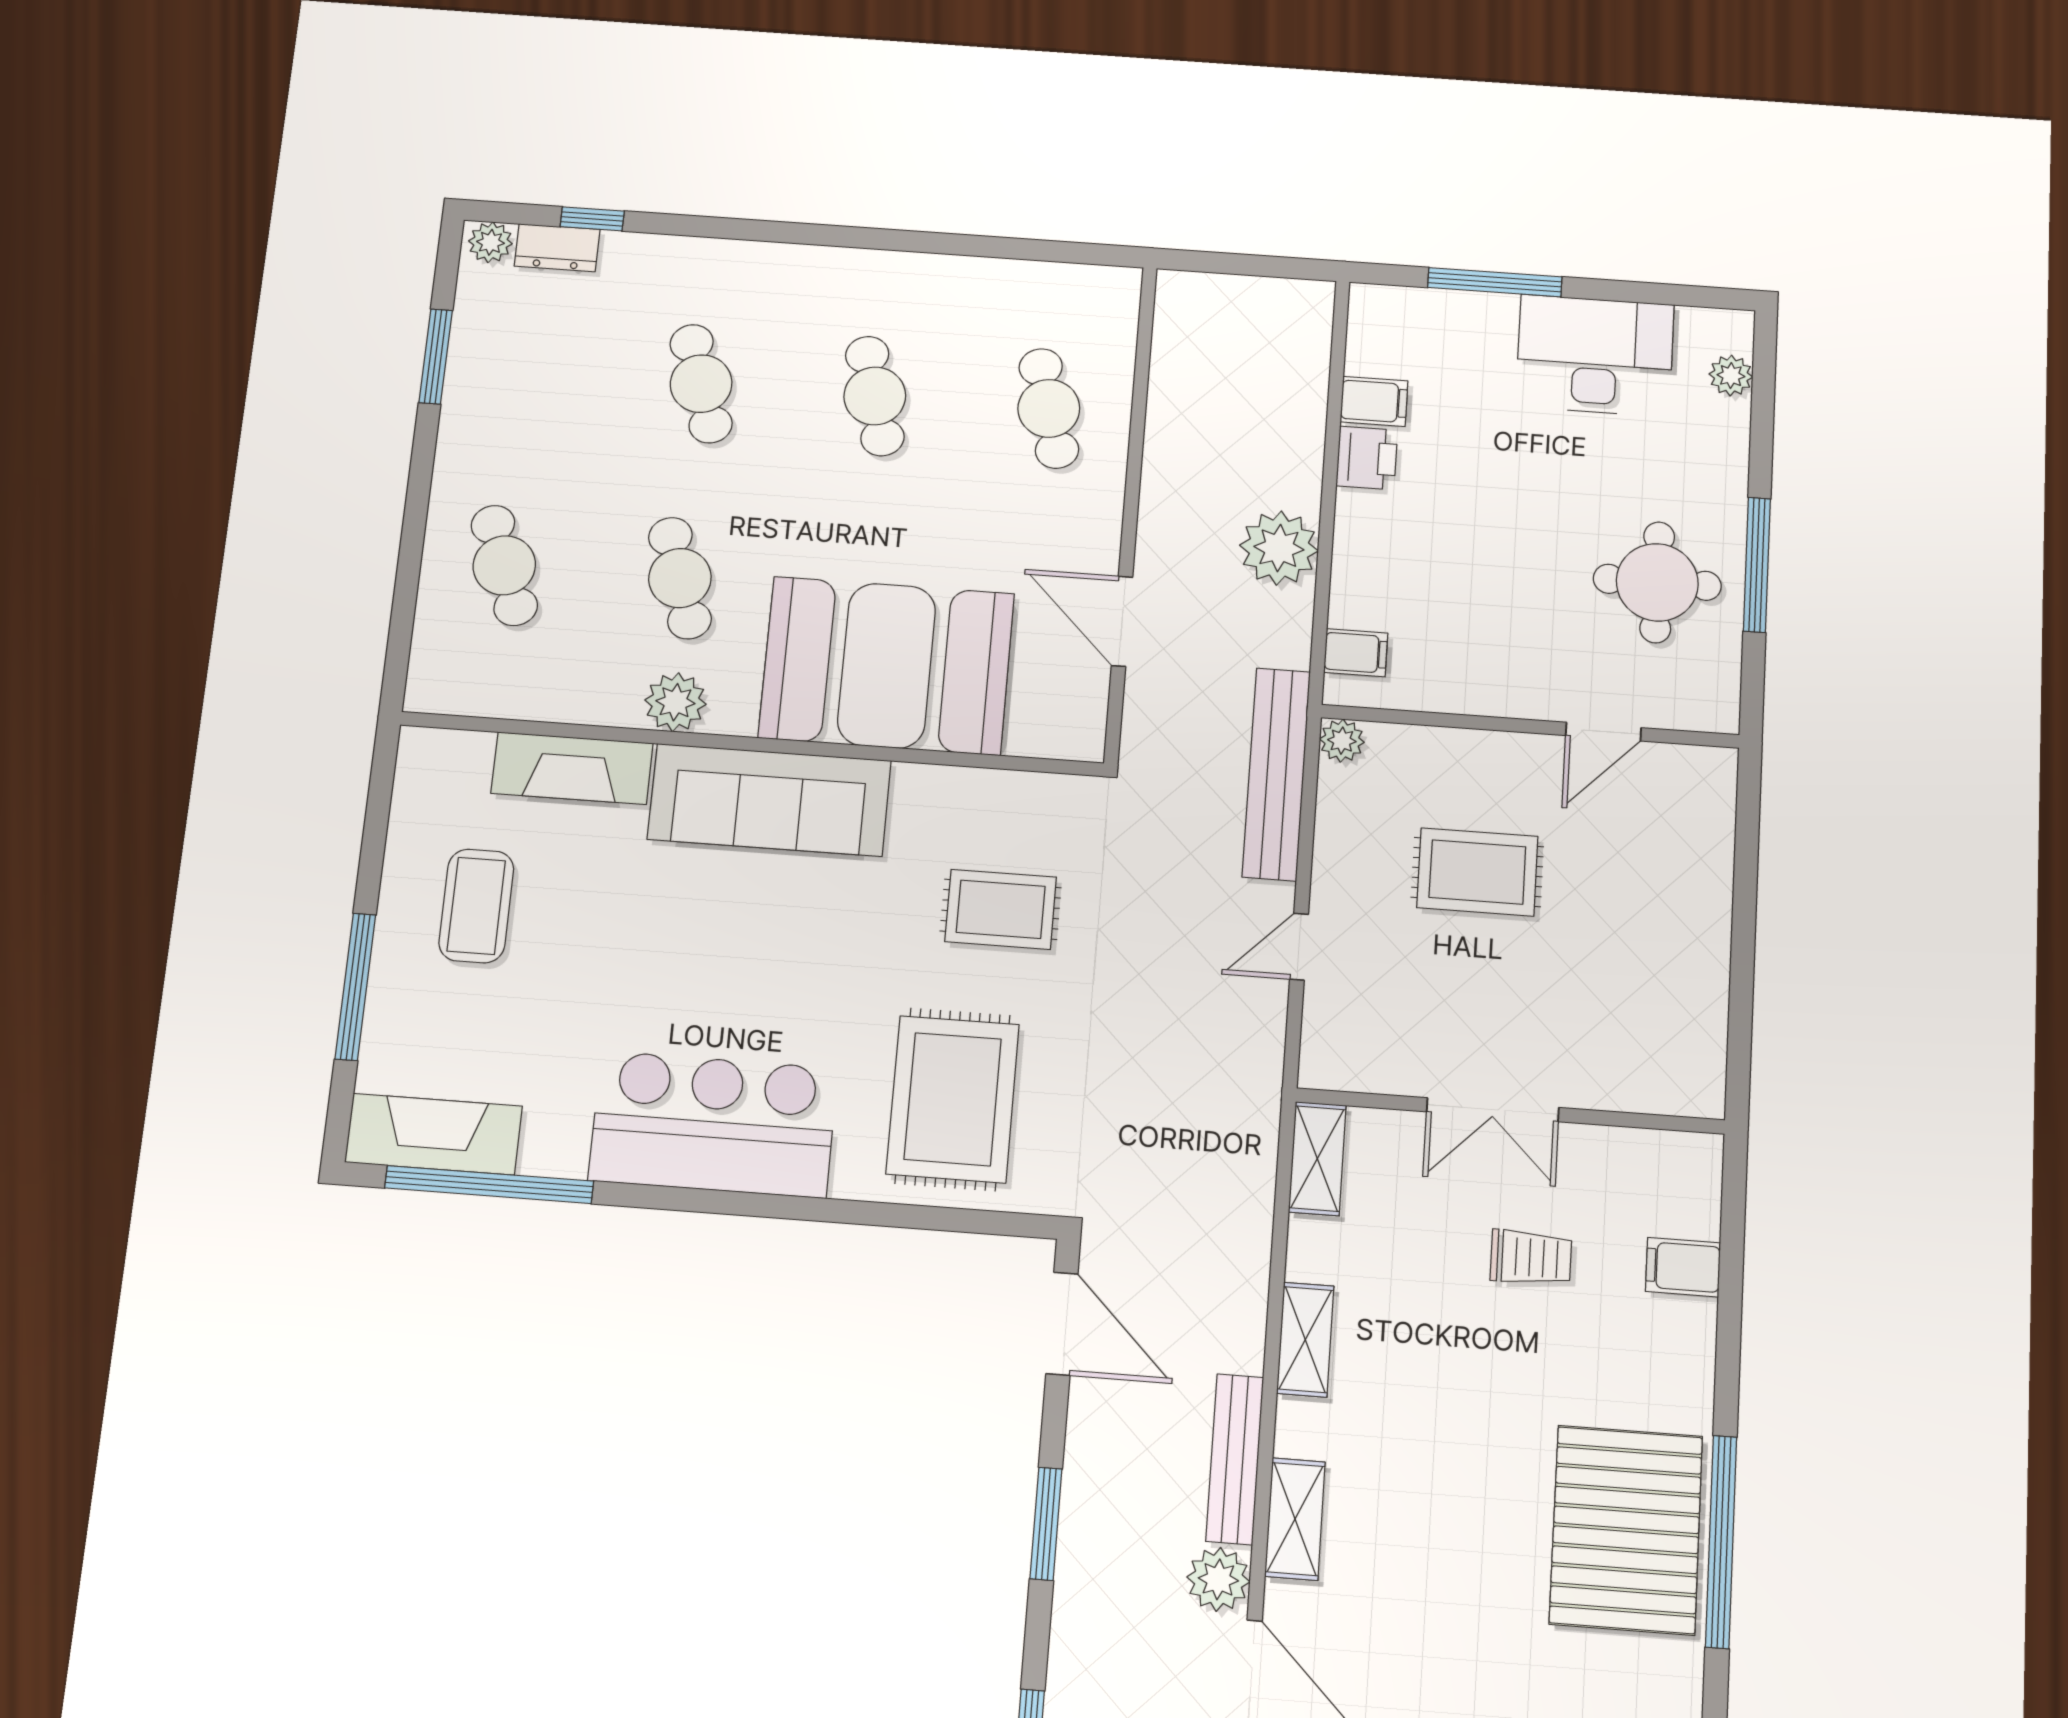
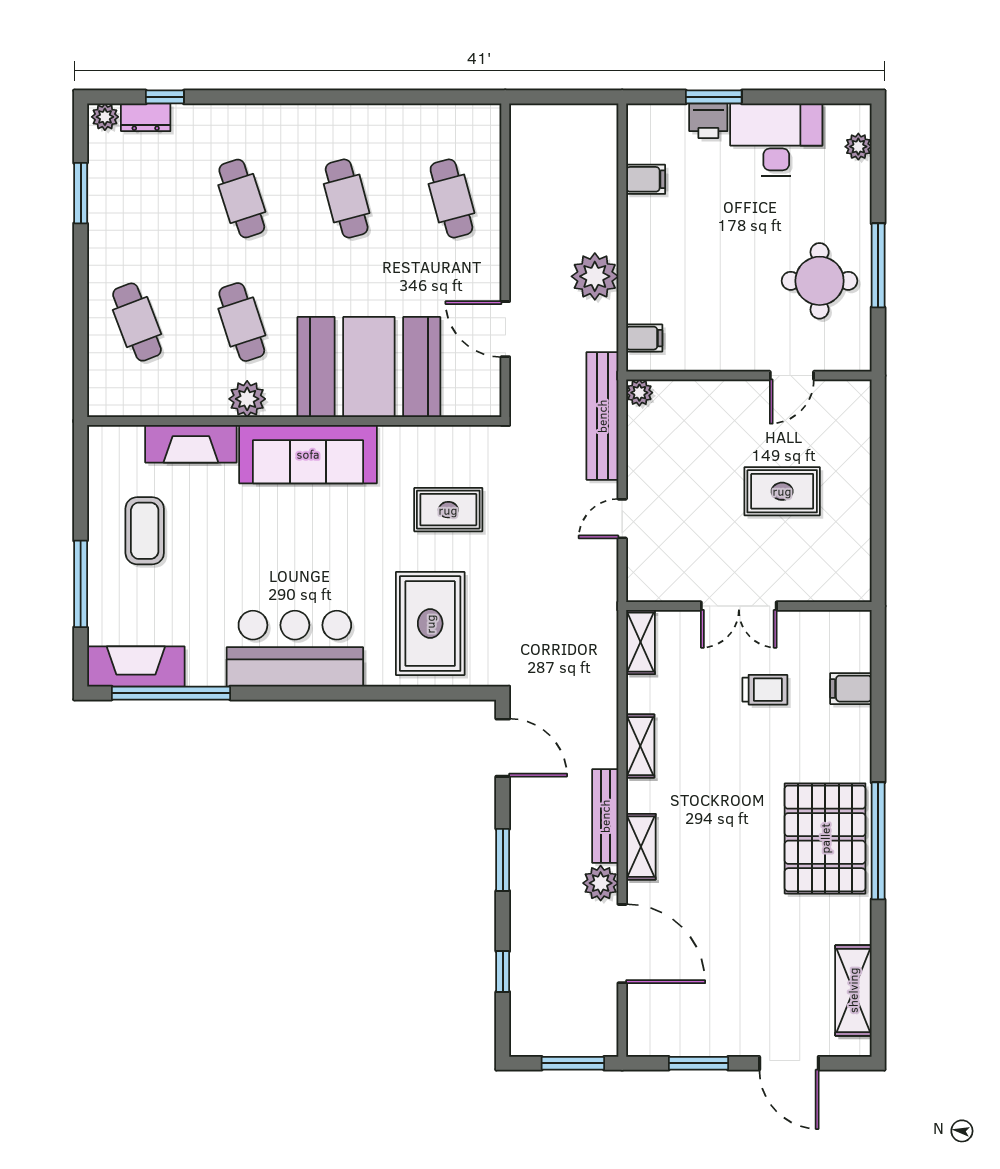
window: (1495, 282) -> (714, 97), width x0.69
printer: (1367, 458) -> (708, 121), moved, turned 90
rug: (1477, 872) -> (782, 491), moved

